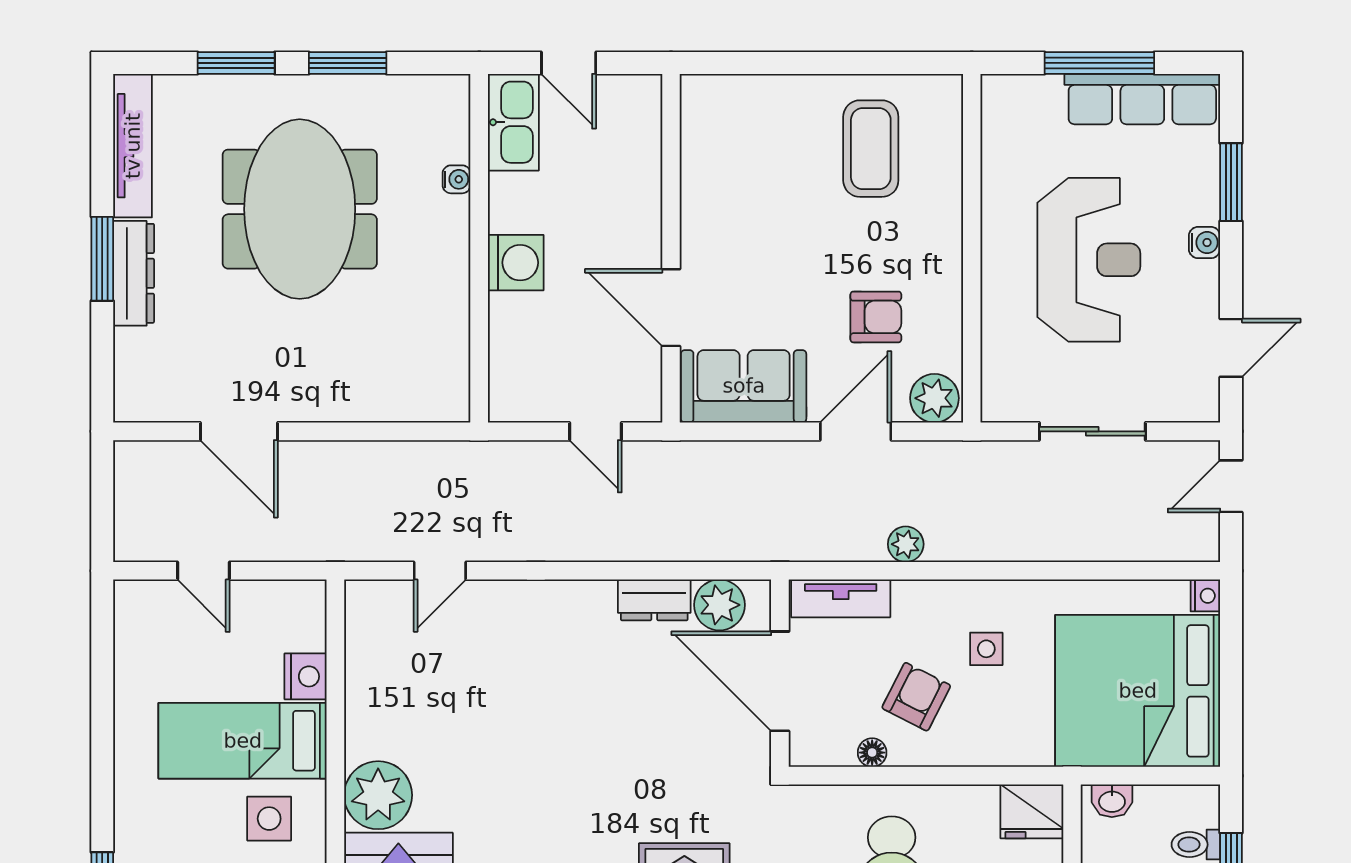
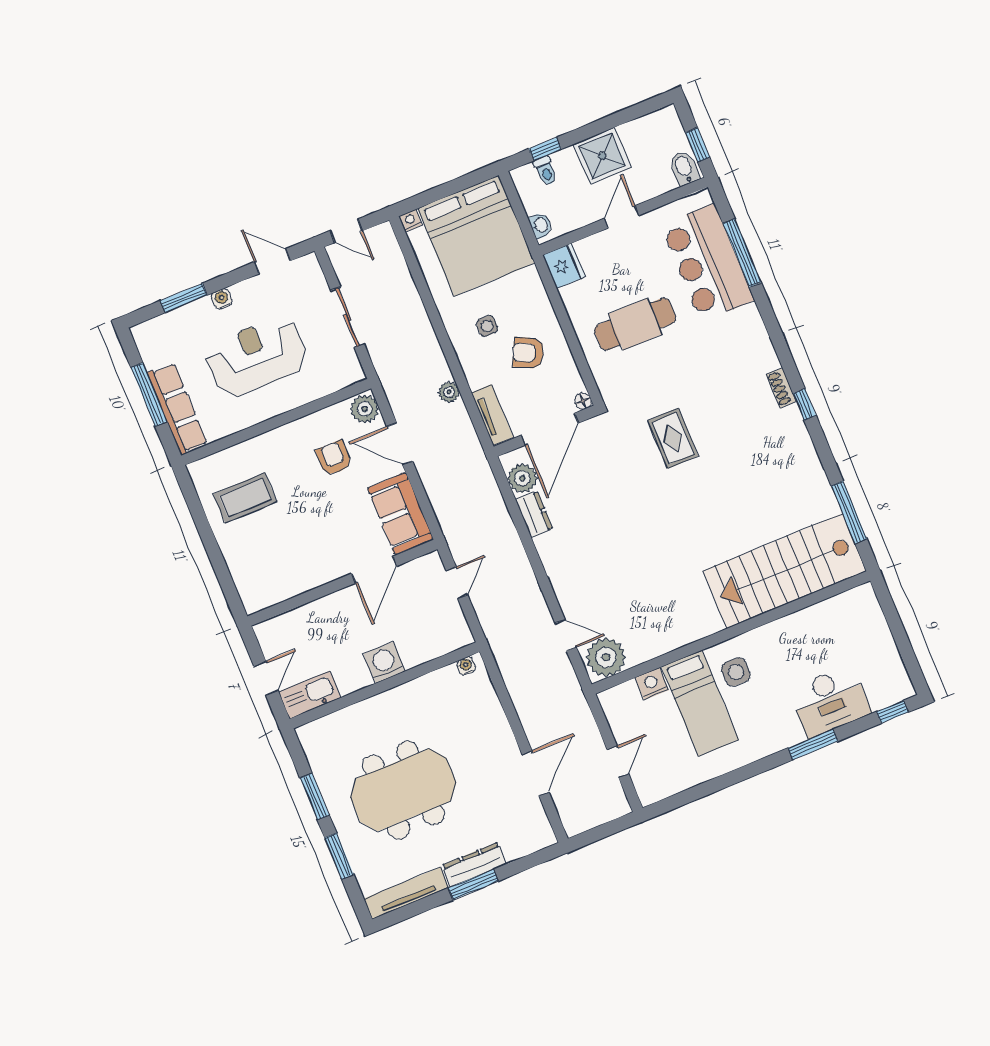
row of seats: (1142, 99) -> (177, 409), moved
water cooler: (457, 179) -> (466, 666), moved
floor lamp: (872, 753) -> (583, 401), moved
plant: (378, 795) -> (606, 657), moved

